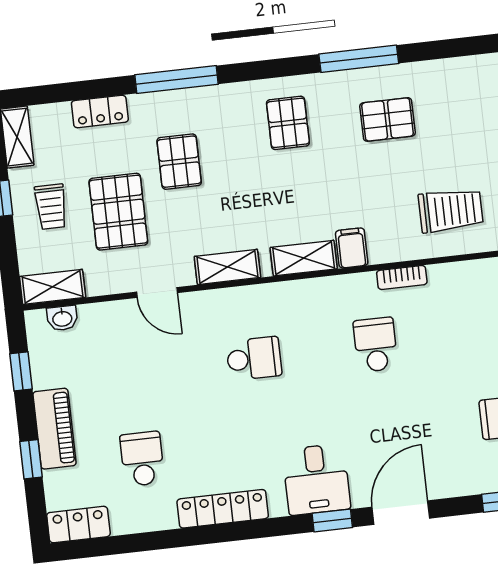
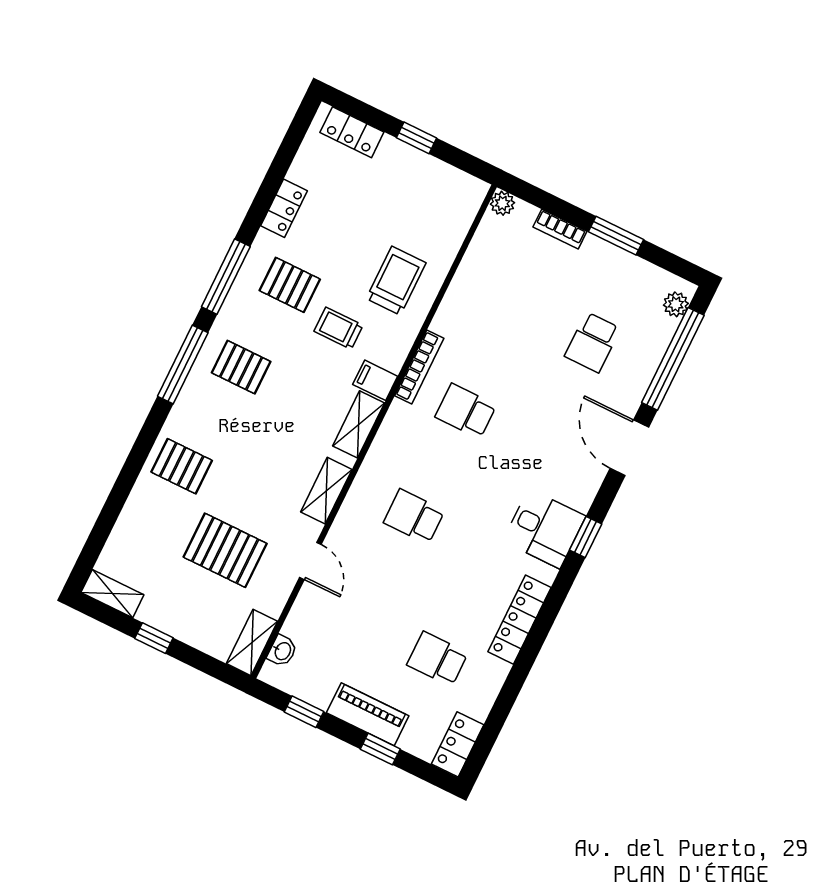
window: (176, 80) -> (183, 365), moved
locker: (100, 111) -> (284, 208), moved
pallet: (387, 119) -> (290, 285), turned 90
pallet: (179, 162) -> (182, 466), moved
trolley: (51, 207) -> (338, 328), moved, turned 180
bookcase: (402, 278) -> (419, 367), width x1.56
door: (157, 292) -> (310, 561), hinge flipped
school desk: (254, 358) -> (414, 517), turned -90
door: (401, 513) -> (629, 448), moved

